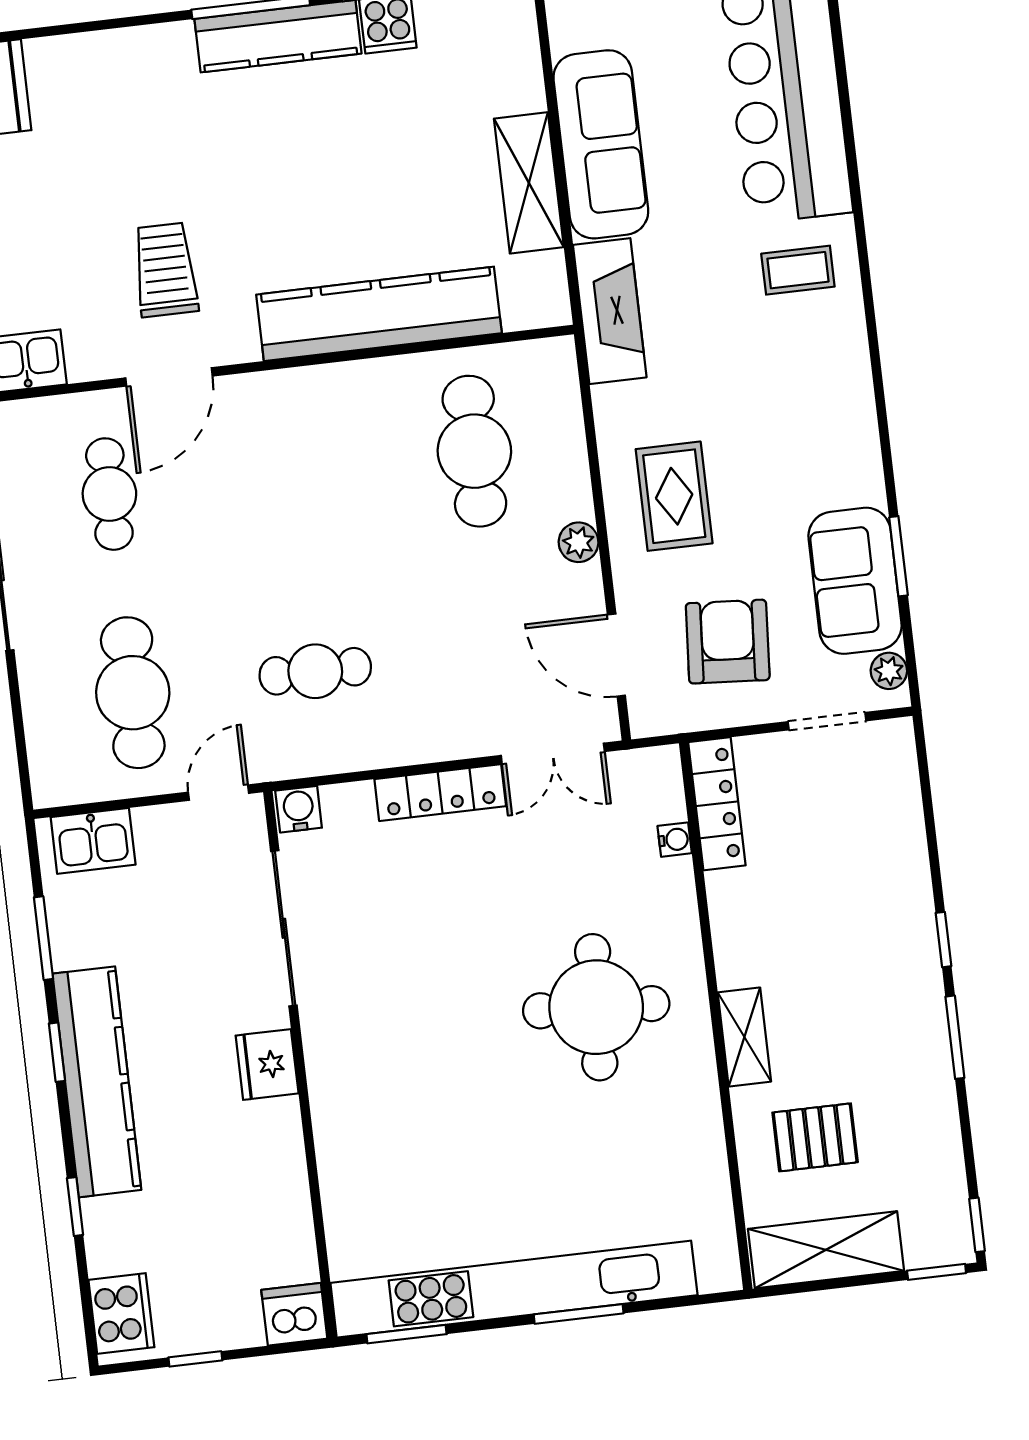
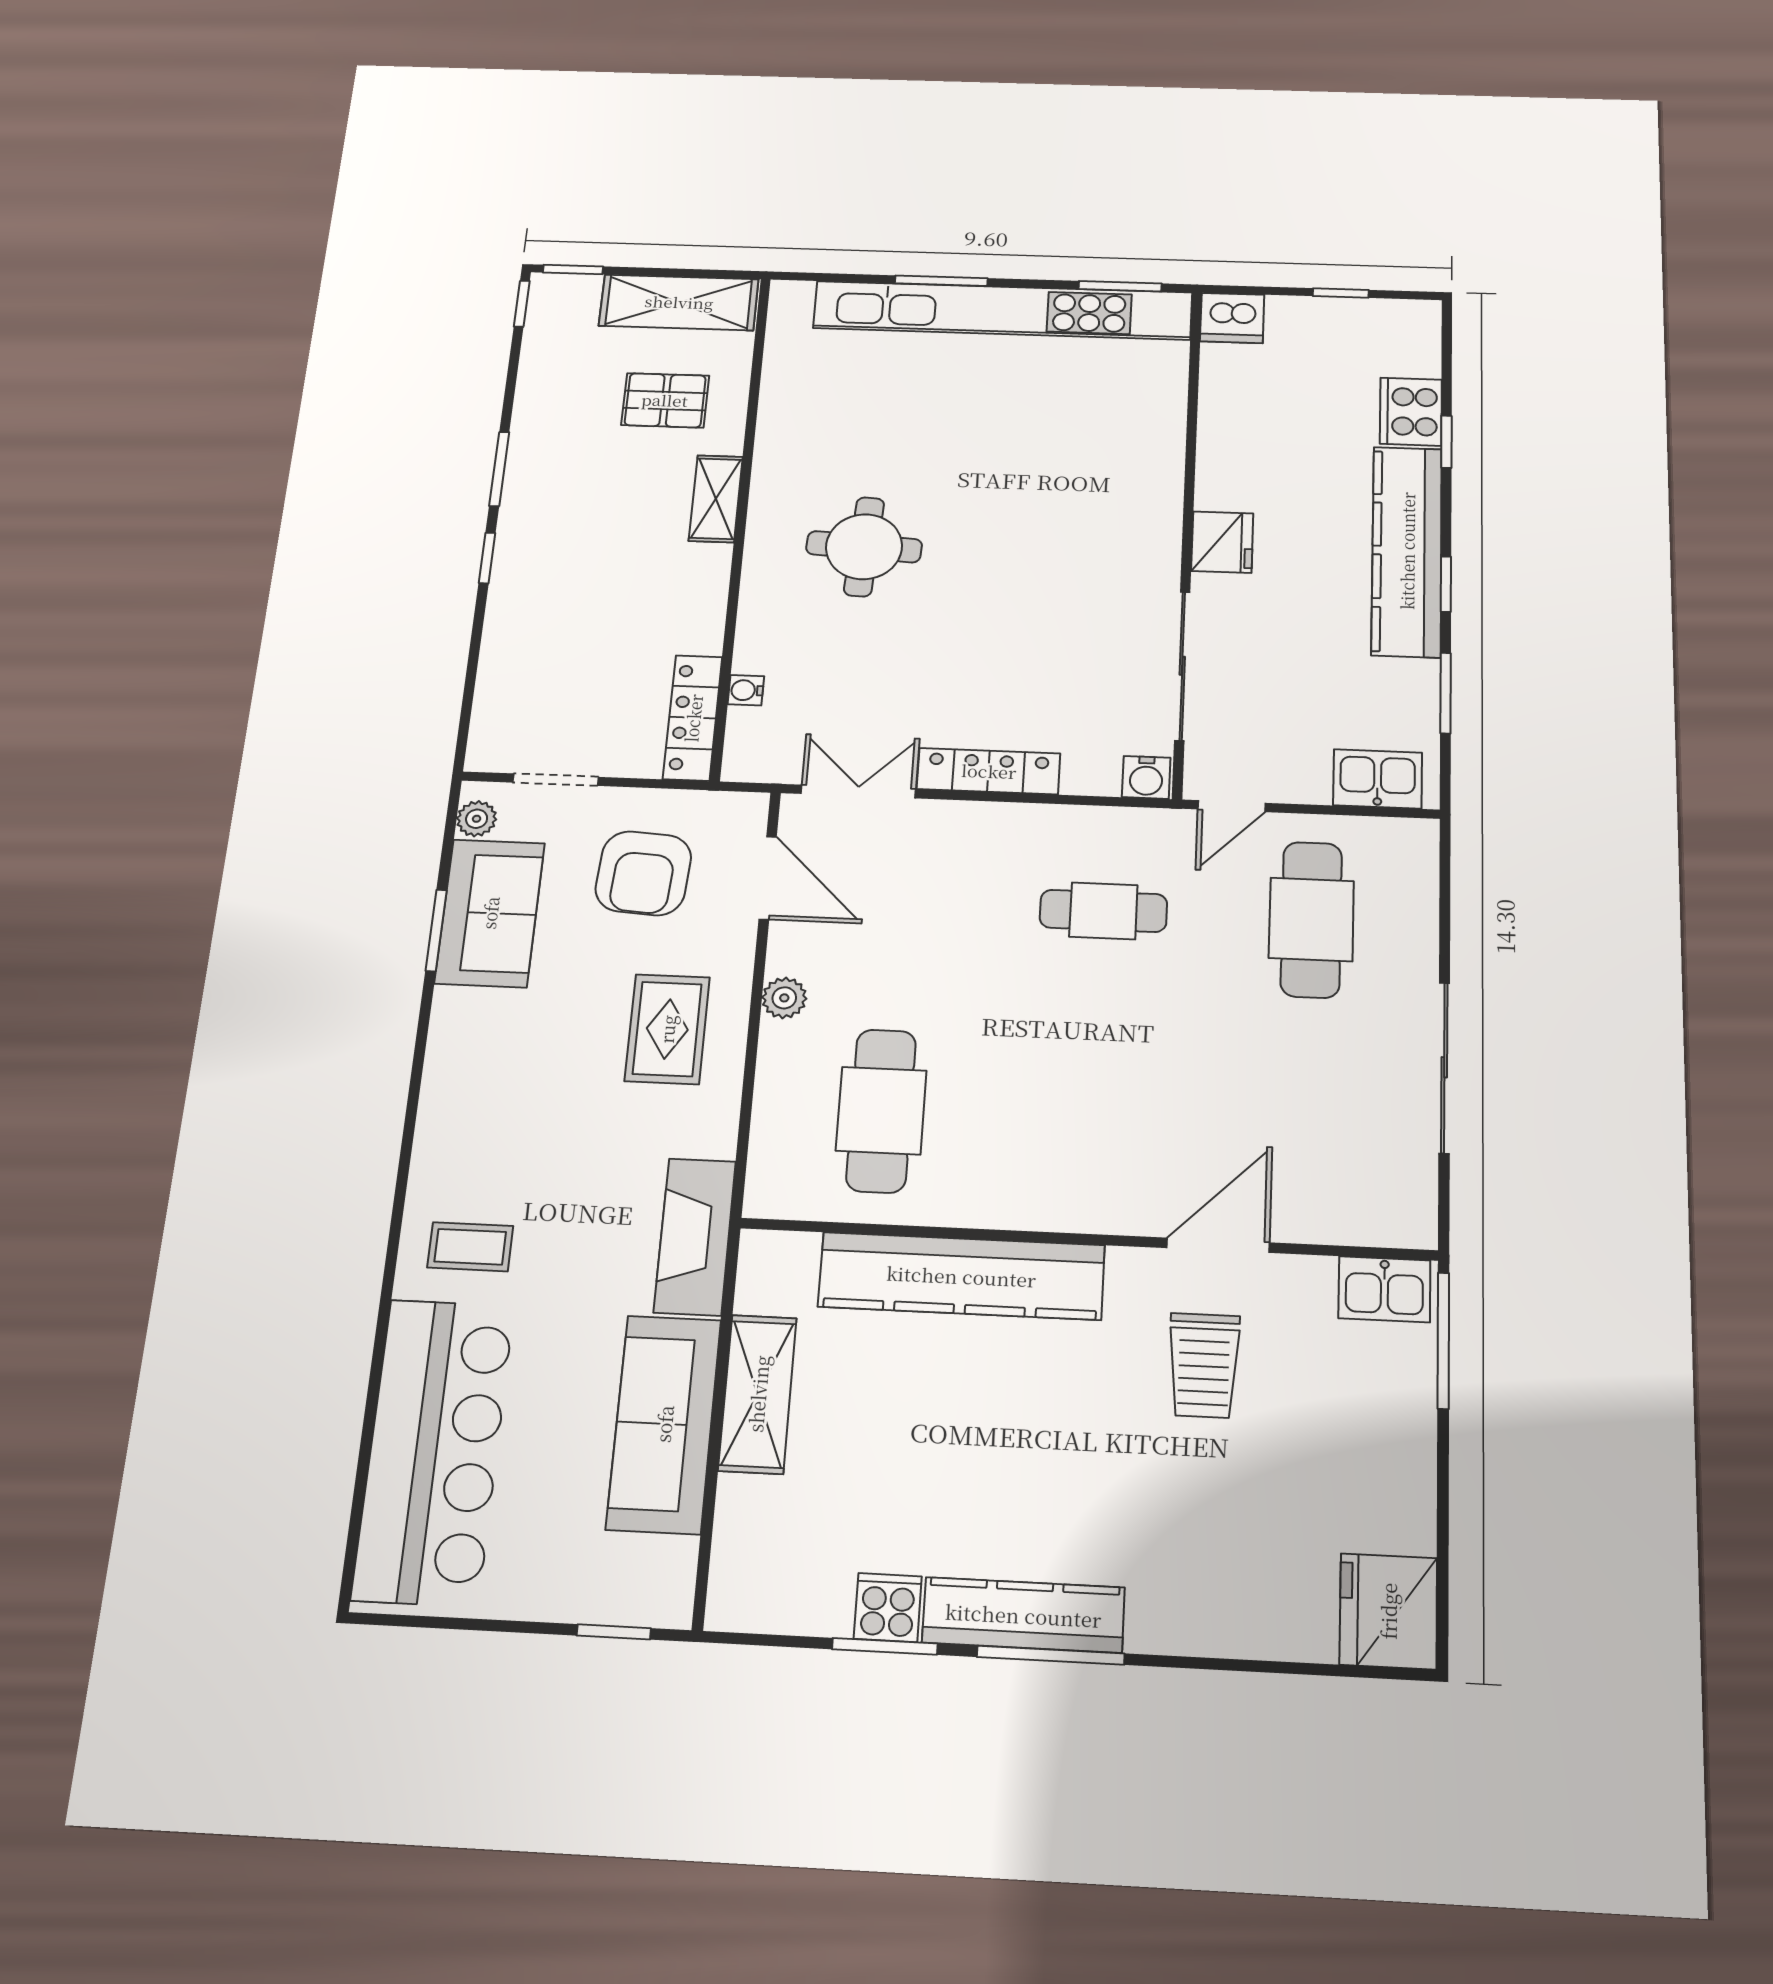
cafe table: (109, 494) -> (1307, 1129), removed
round table: (596, 1007) -> (864, 547), width x0.73, depth x0.73
cooker: (121, 1314) -> (1411, 412), moved

